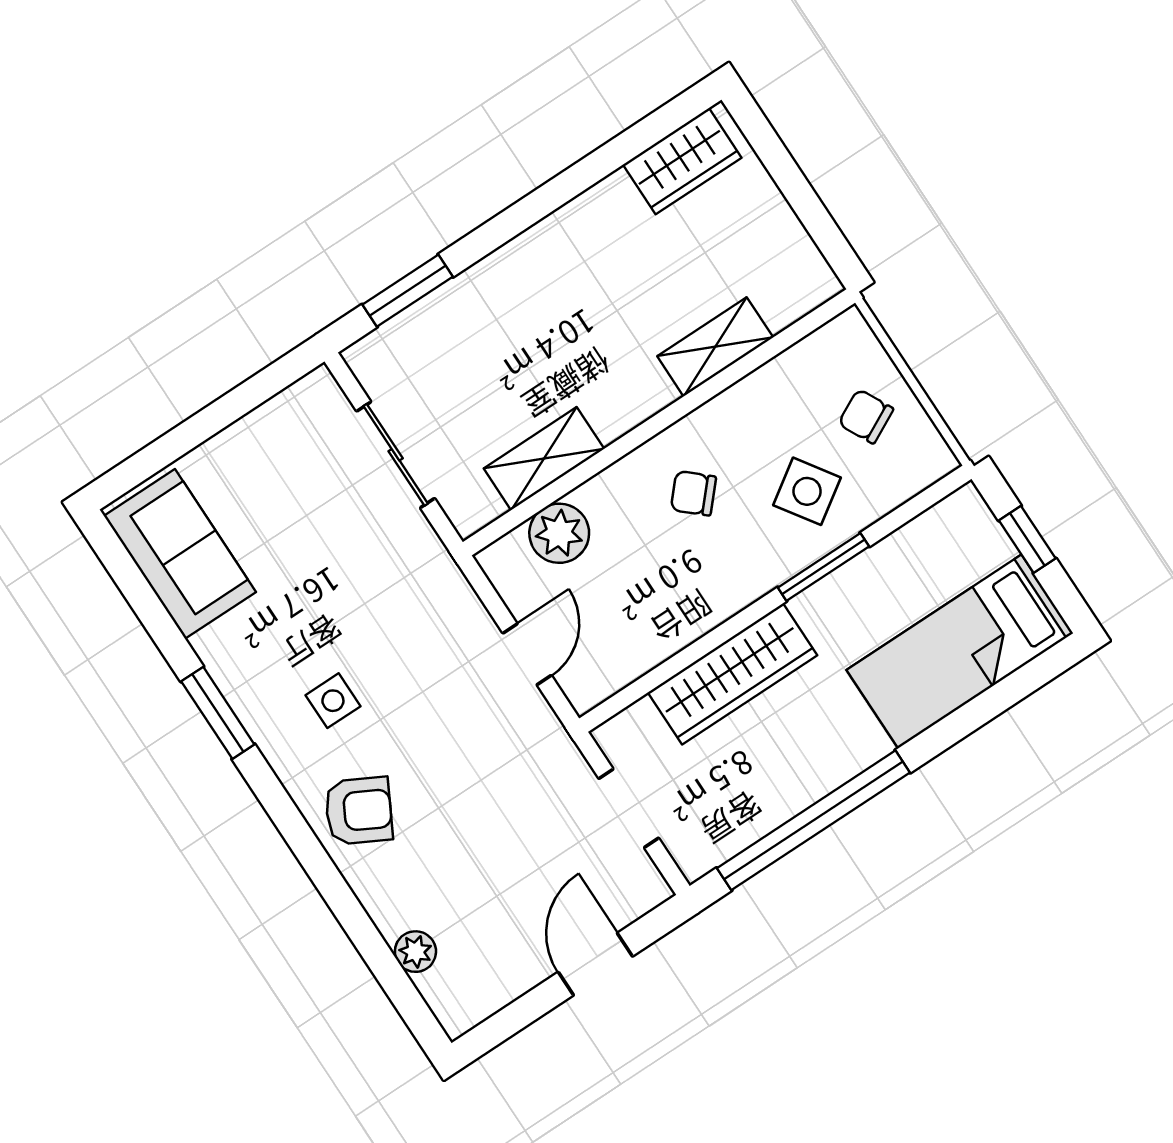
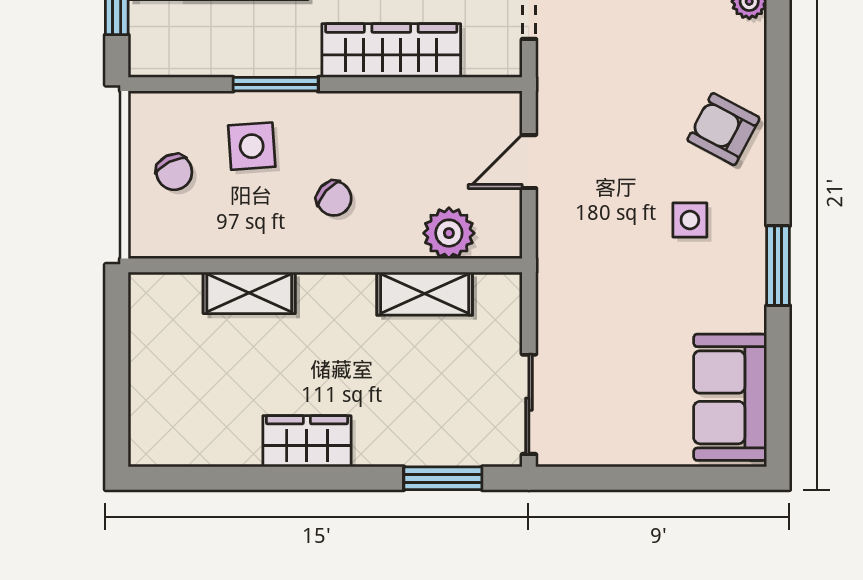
wardrobe: (682, 161) -> (307, 441), moved
sliding door: (396, 455) -> (529, 404), moved
side table: (807, 491) -> (252, 146), turned 30

